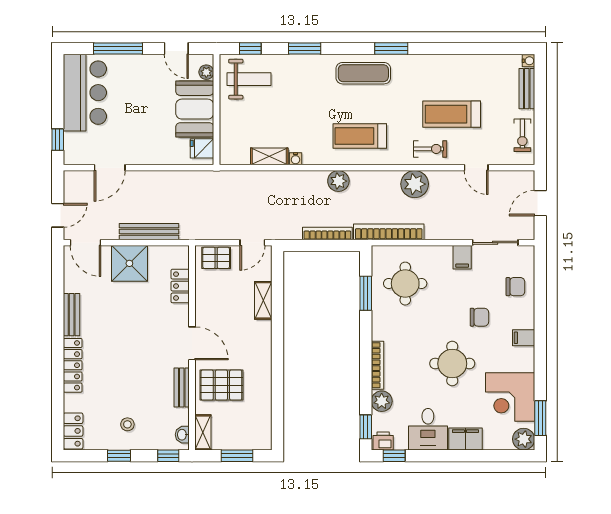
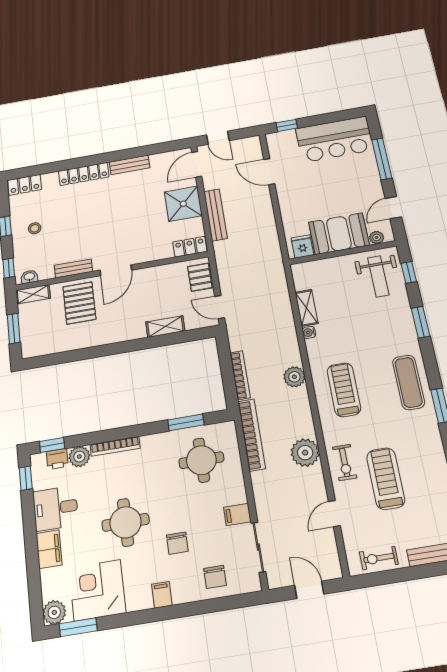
locker: (180, 286) -> (190, 247), moved
printer: (383, 441) -> (57, 459), moved, turned 90

